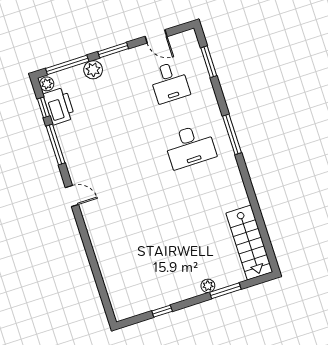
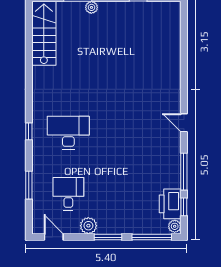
door: (156, 36) -> (54, 237), moved
window: (209, 62) -> (29, 185), moved
plant: (93, 70) -> (88, 226), moved
window: (232, 134) -> (29, 131), width x0.46

